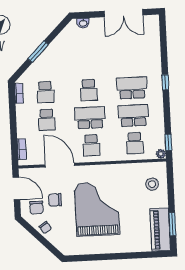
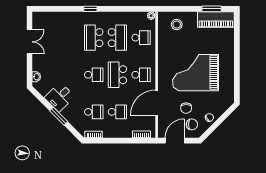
double door: (123, 13) -> (29, 42), width x0.73
desk: (61, 51) -> (60, 97), added
school desk: (133, 116) -> (117, 38), turned 180
window: (168, 142) -> (142, 9), removed

